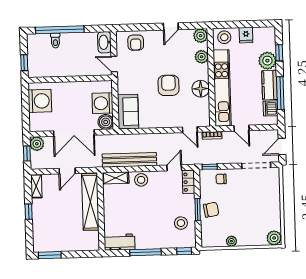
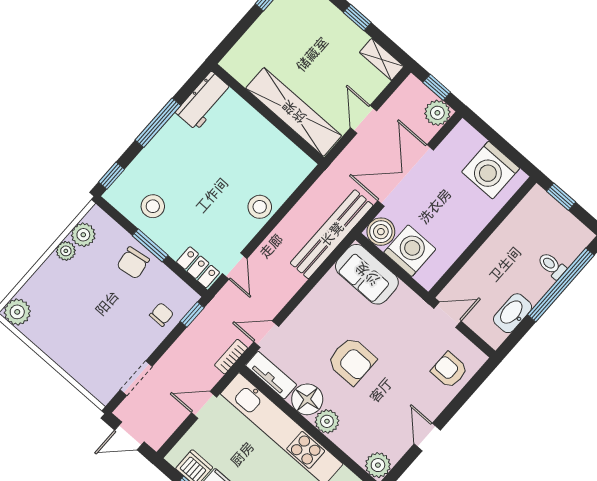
washbasin: (104, 42) -> (513, 313), moved, turned -90
plant: (202, 57) -> (327, 421), moved
tv unit: (204, 112) -> (271, 375), added
door: (282, 146) -> (129, 436), swing flipped
bench: (129, 160) -> (332, 234), moved
doorway: (256, 165) -> (136, 378), width x0.73
shelving: (116, 178) -> (294, 175), removed
plant: (218, 240) -> (83, 235), added

